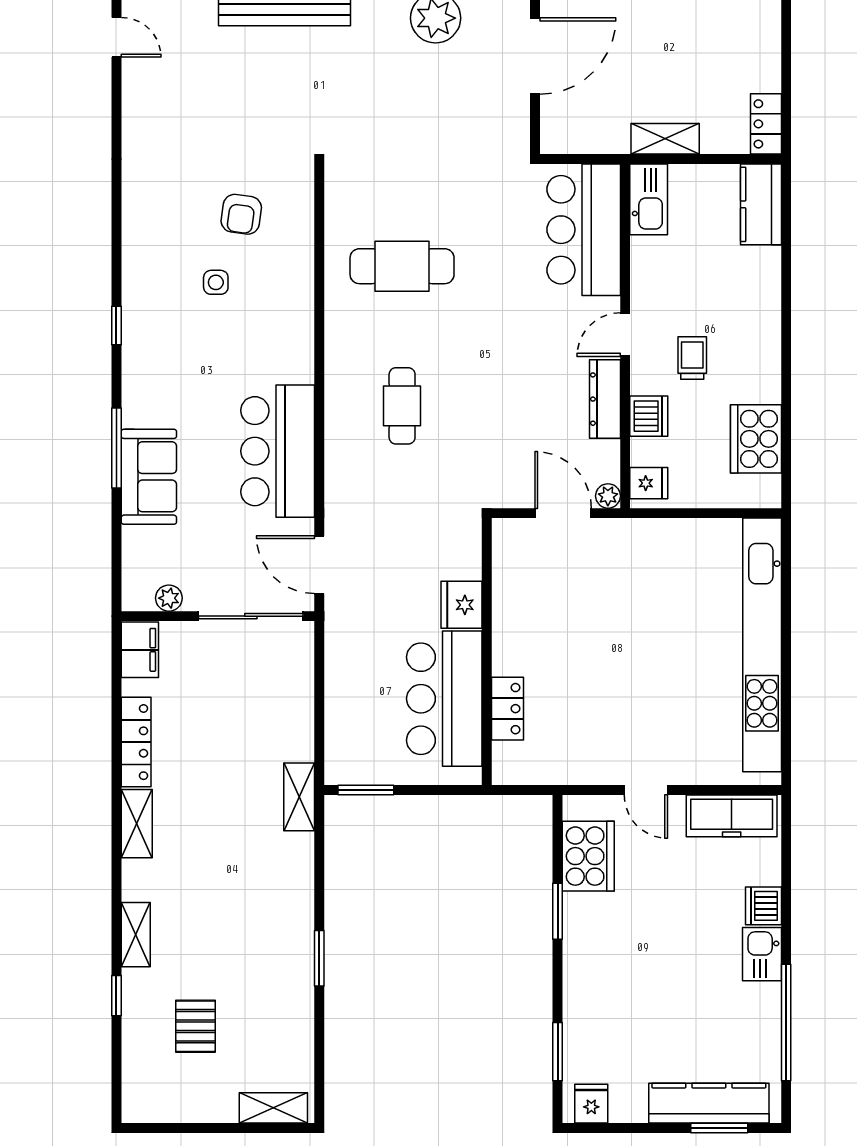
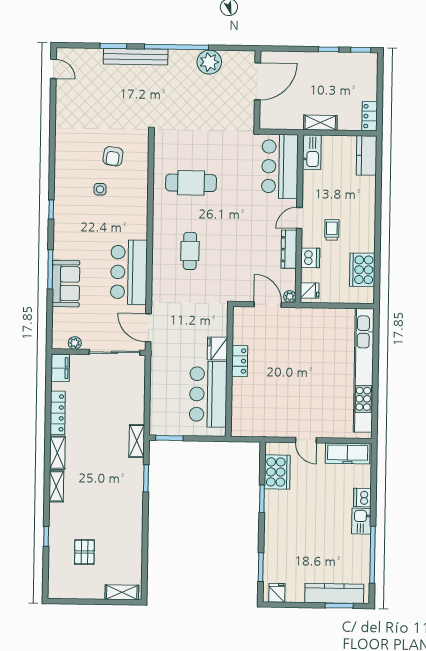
locker: (507, 709) -> (240, 361), moved
shelving: (136, 935) -> (56, 486), moved
window: (319, 958) -> (146, 478), moved

